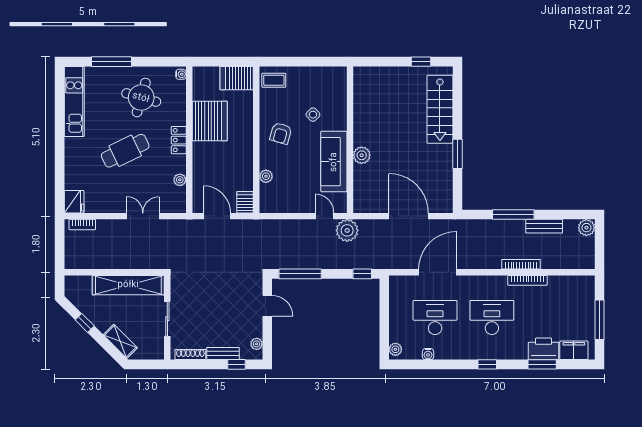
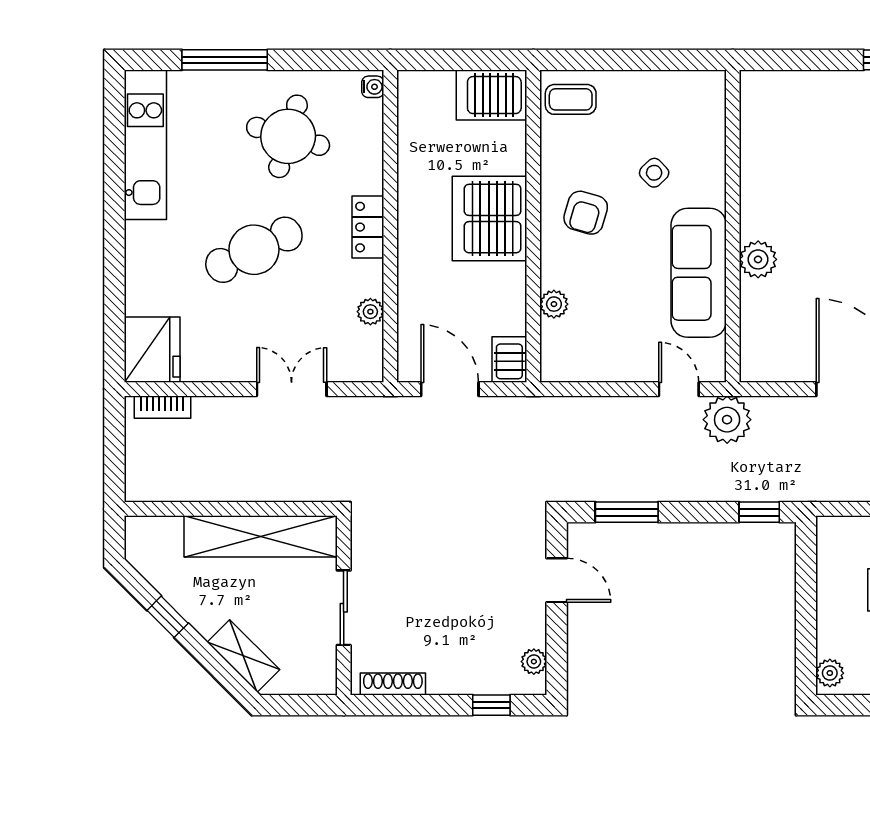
server rack: (210, 121) -> (490, 219), moved, turned 180
fridge: (74, 202) -> (152, 350), width x1.36, depth x1.34
window: (300, 274) -> (627, 512), width x0.69
bench: (223, 353) -> (463, 682), removed

